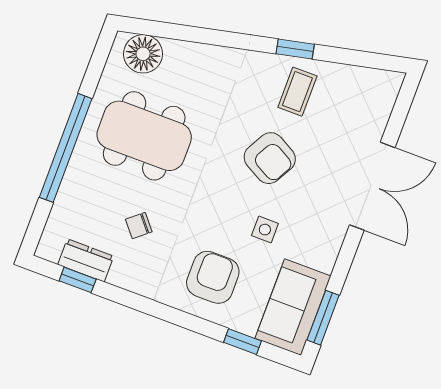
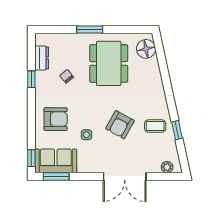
window: (295, 49) -> (177, 130), moved
plant: (385, 98) -> (167, 167), added
window: (66, 148) -> (90, 30), width x0.47
window: (78, 280) -> (31, 79), moved
window: (243, 342) -> (31, 158), moved

